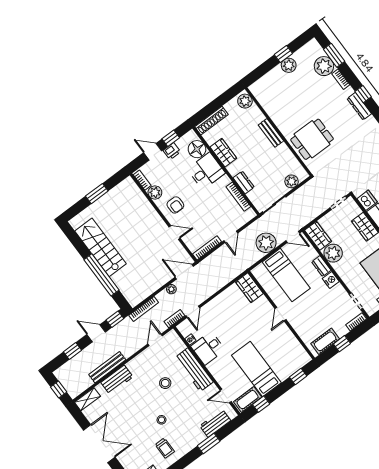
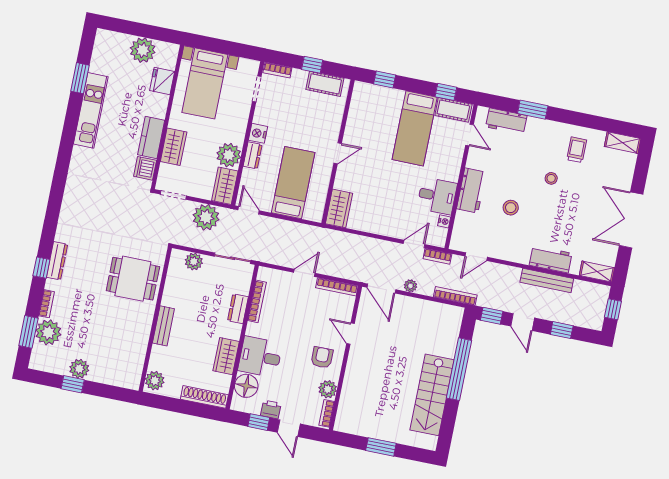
plant: (266, 243) -> (206, 217), moved
workbench: (194, 370) -> (471, 190), width x0.73

